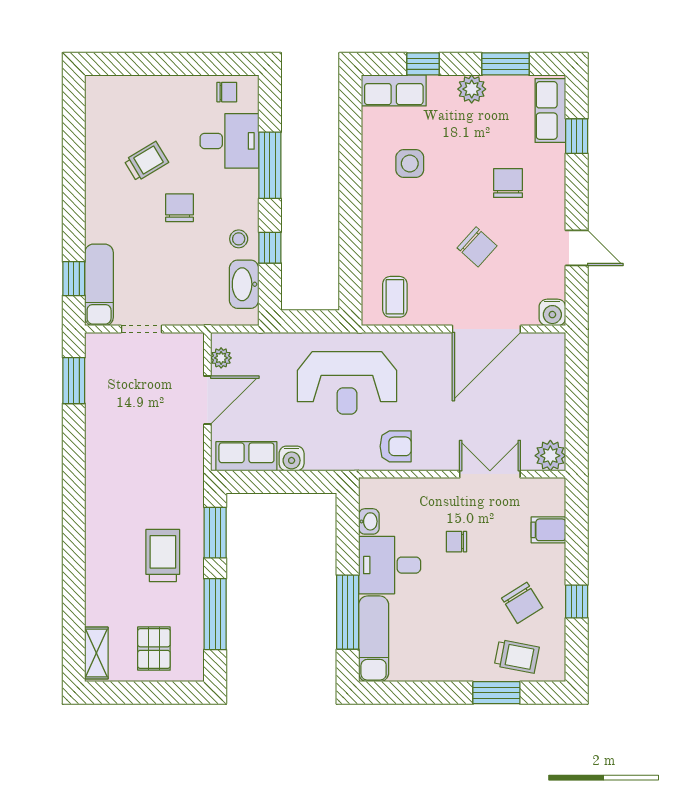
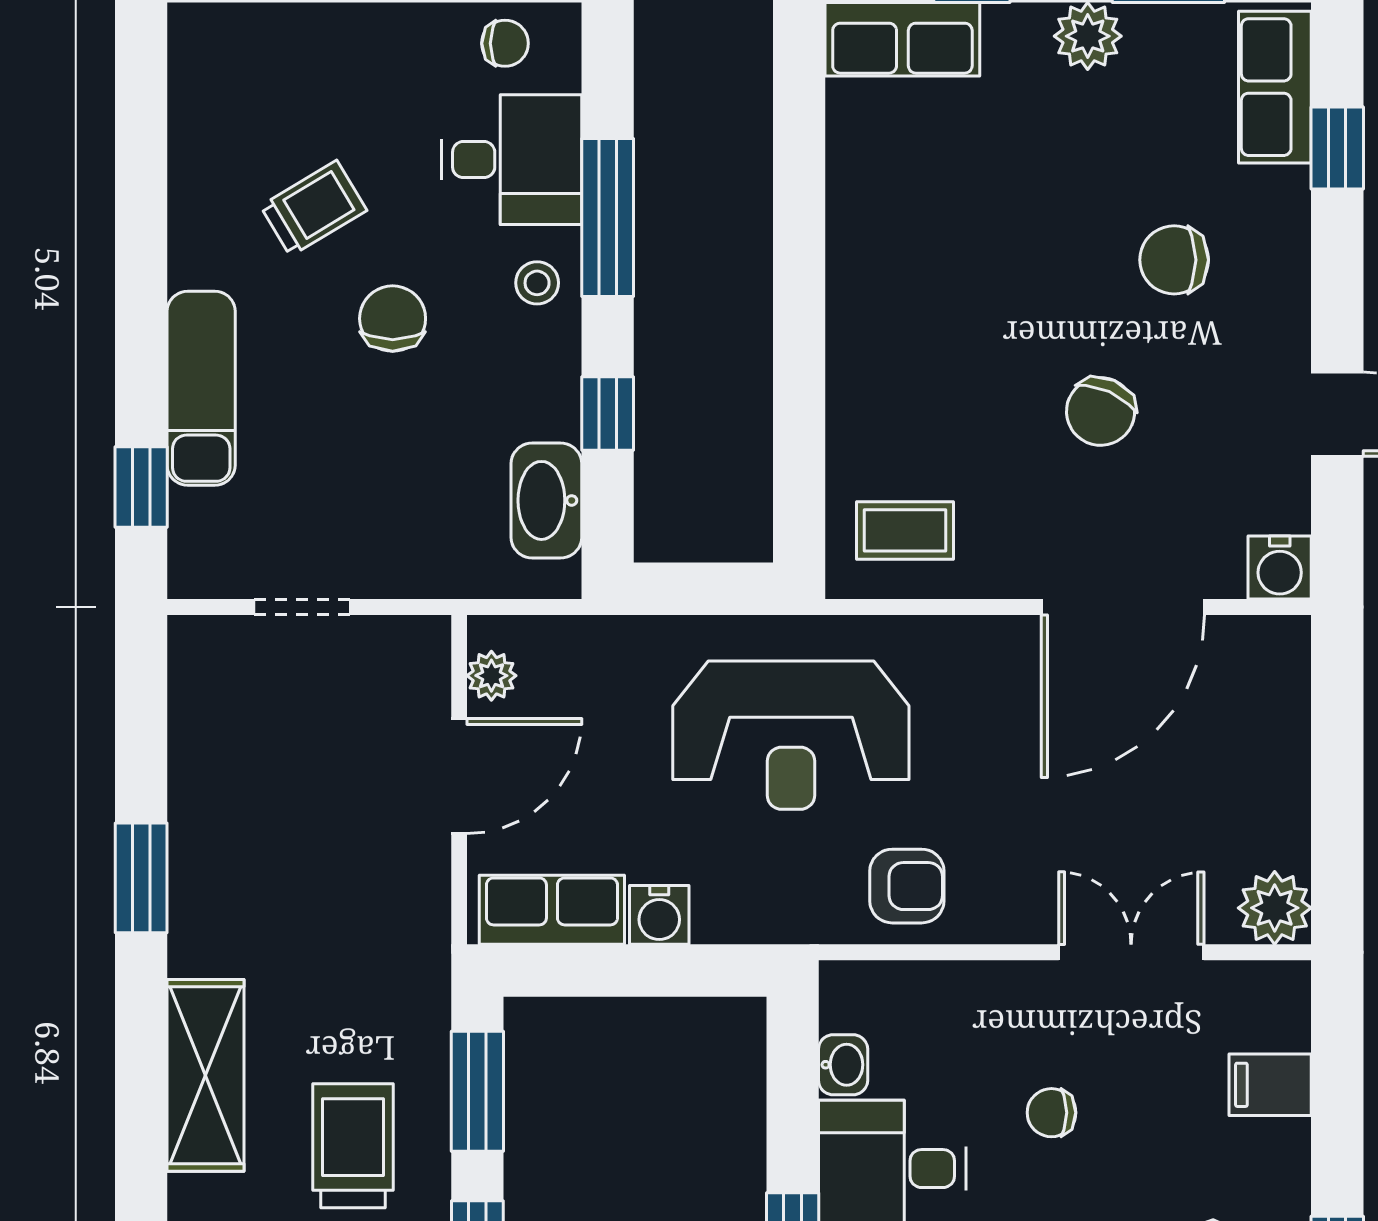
side table: (410, 164) -> (940, 213), removed
chair: (508, 183) -> (1174, 260), turned -90
stool: (239, 239) -> (537, 283), moved
chair: (477, 247) -> (1101, 412), turned 72
exam couch: (99, 285) -> (201, 388), moved
coffee table: (395, 297) -> (905, 530), turned 90
window: (74, 381) -> (141, 878), moved
shelving: (101, 526) -> (206, 1075), added

